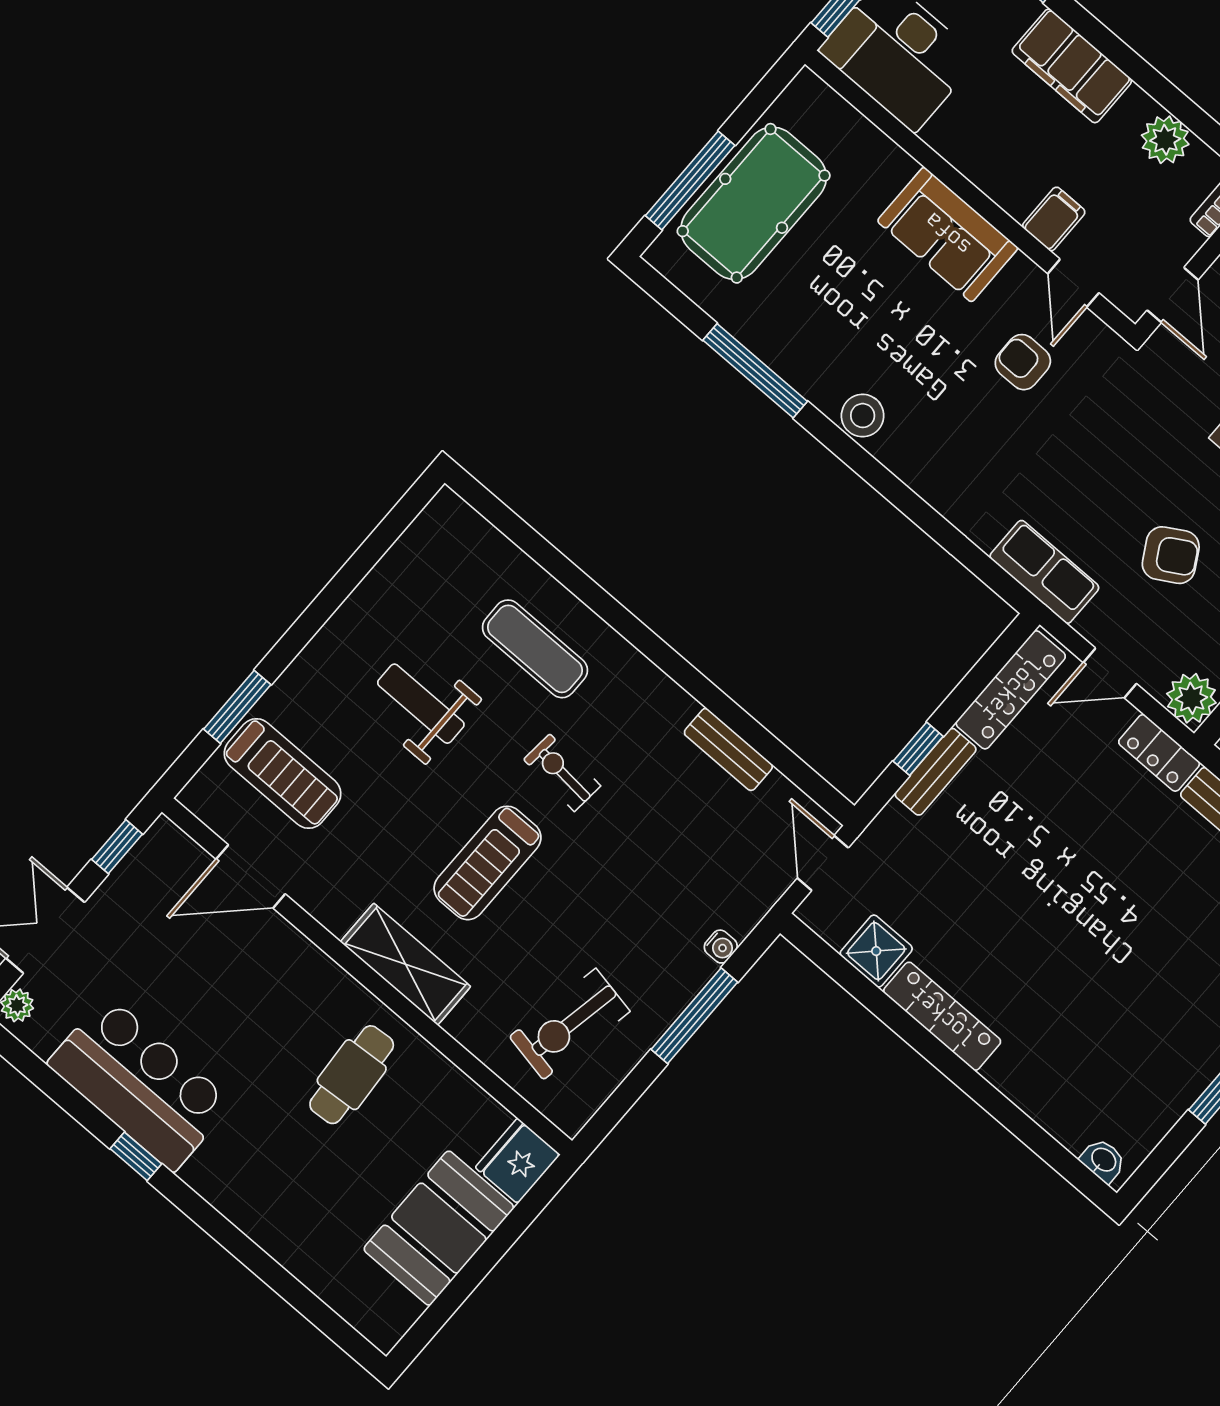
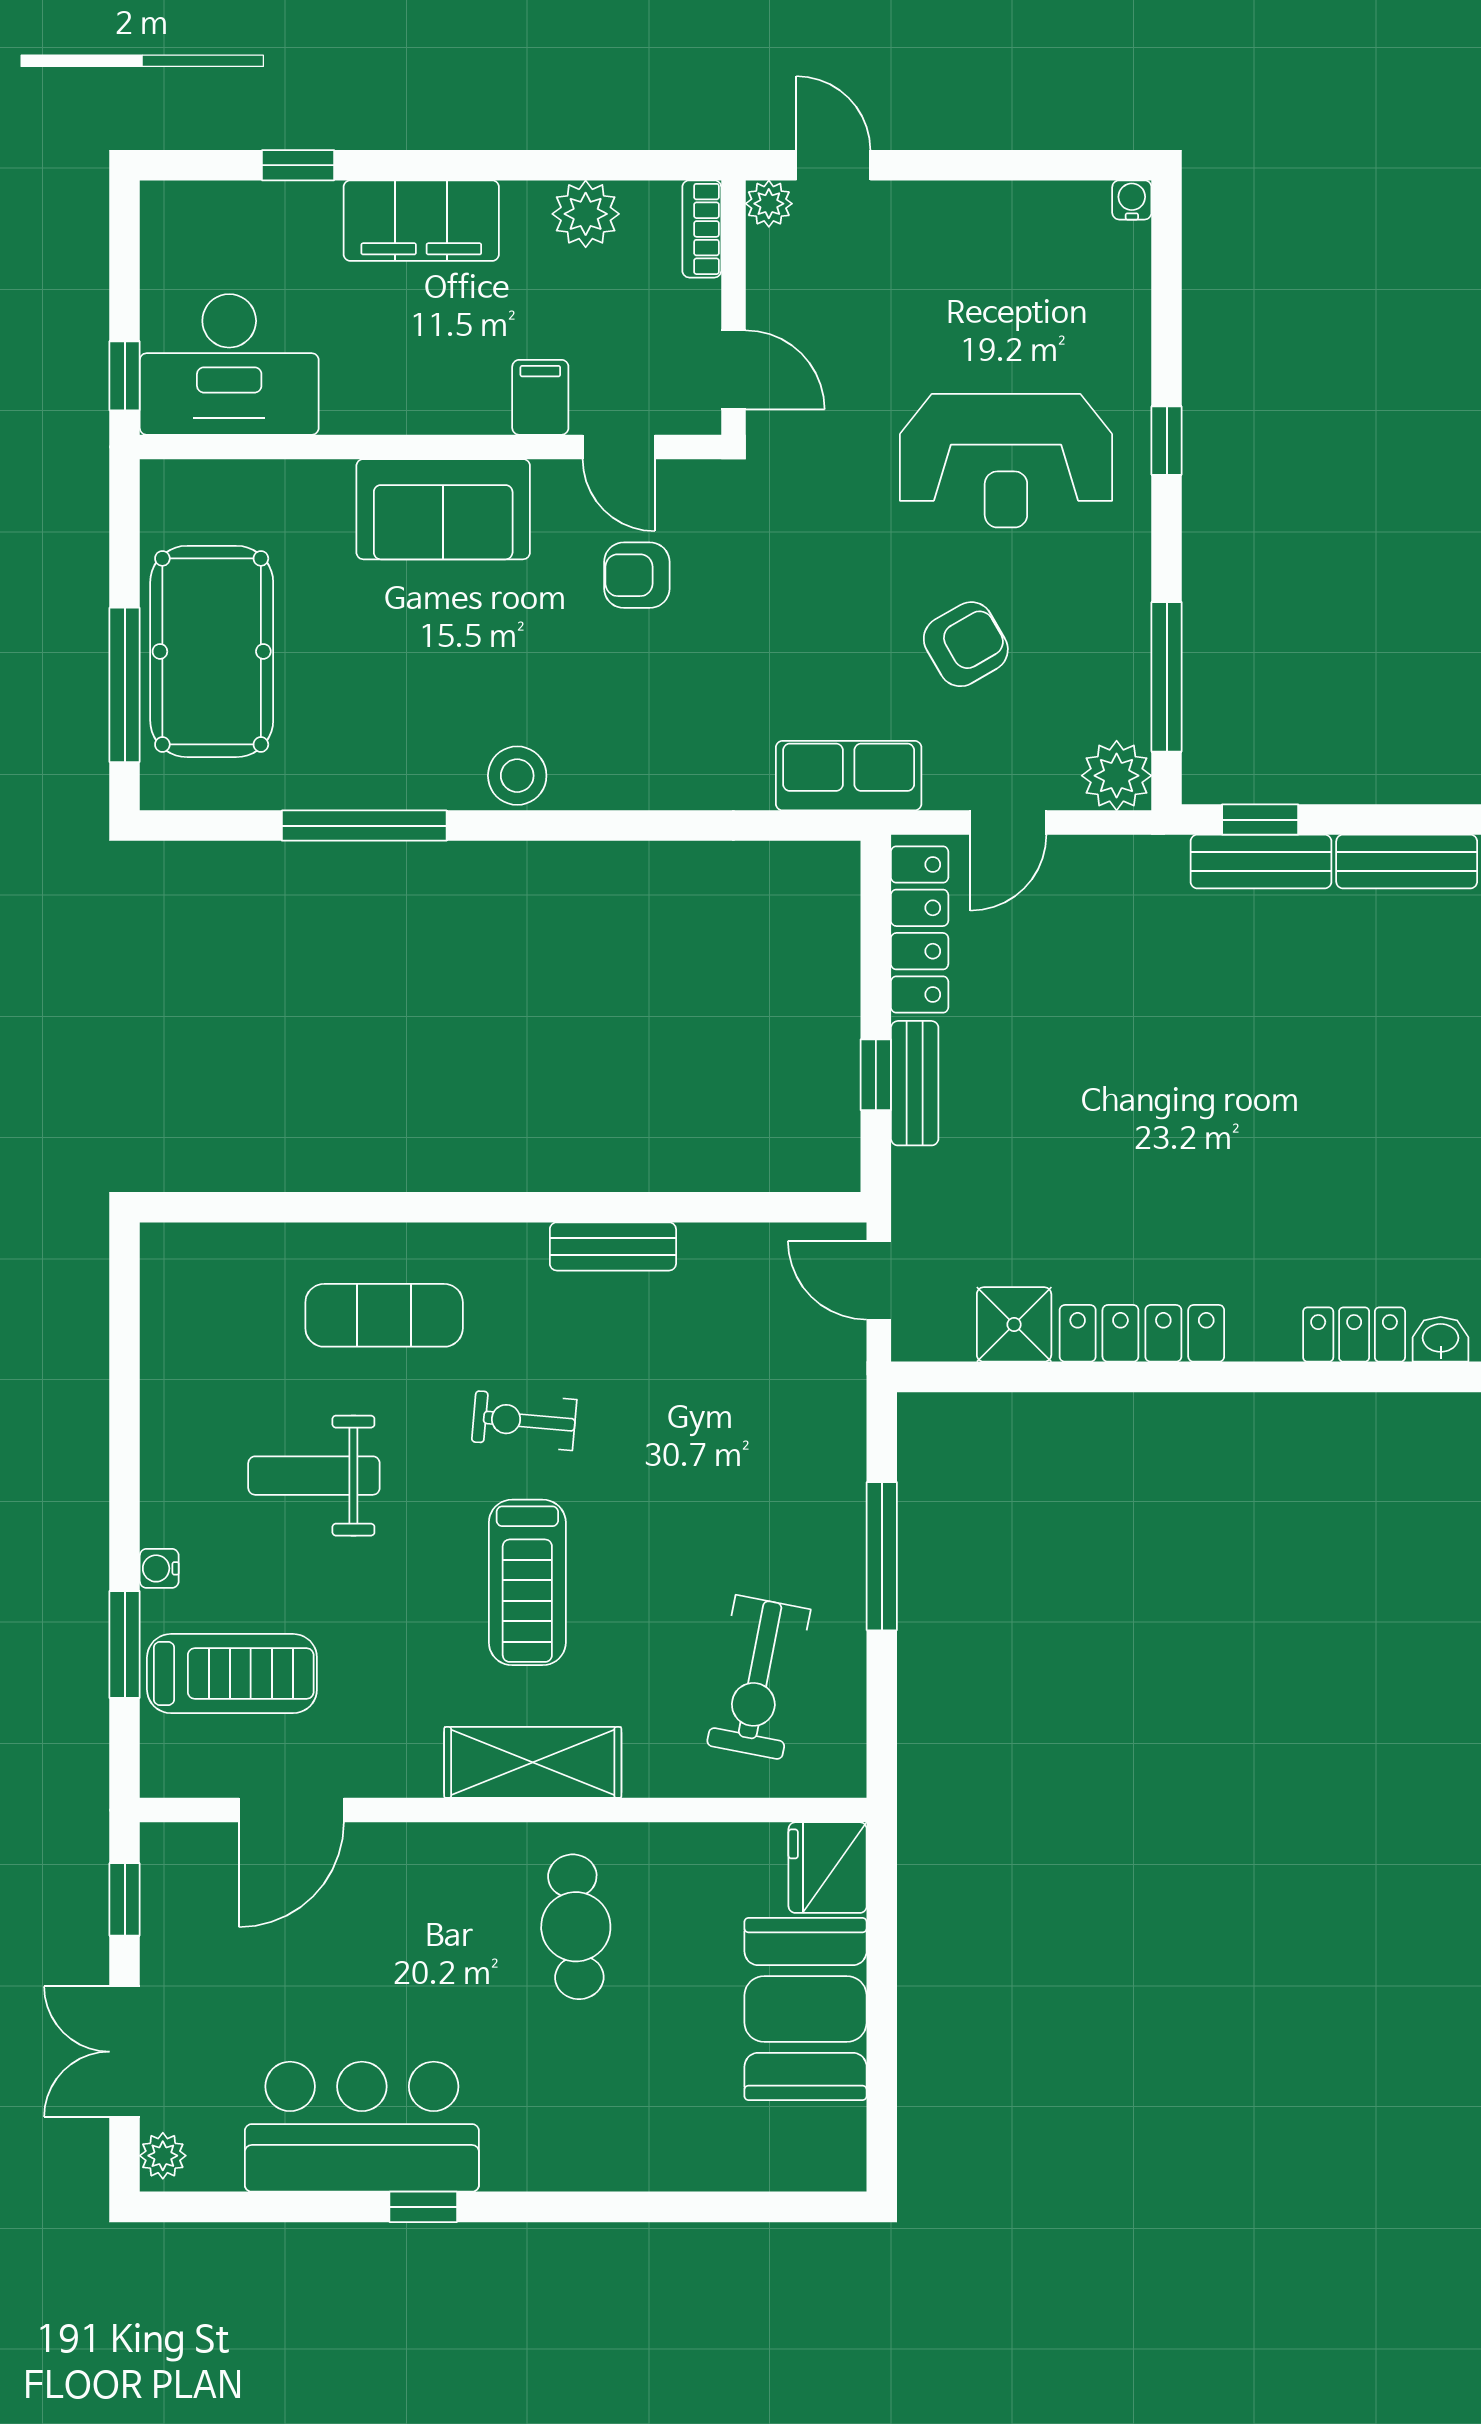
bench: (728, 749) -> (613, 1246), moved
locker: (1159, 753) -> (1354, 1335), moved, turned 180
water cooler: (721, 947) -> (159, 1568), moved, turned 180

